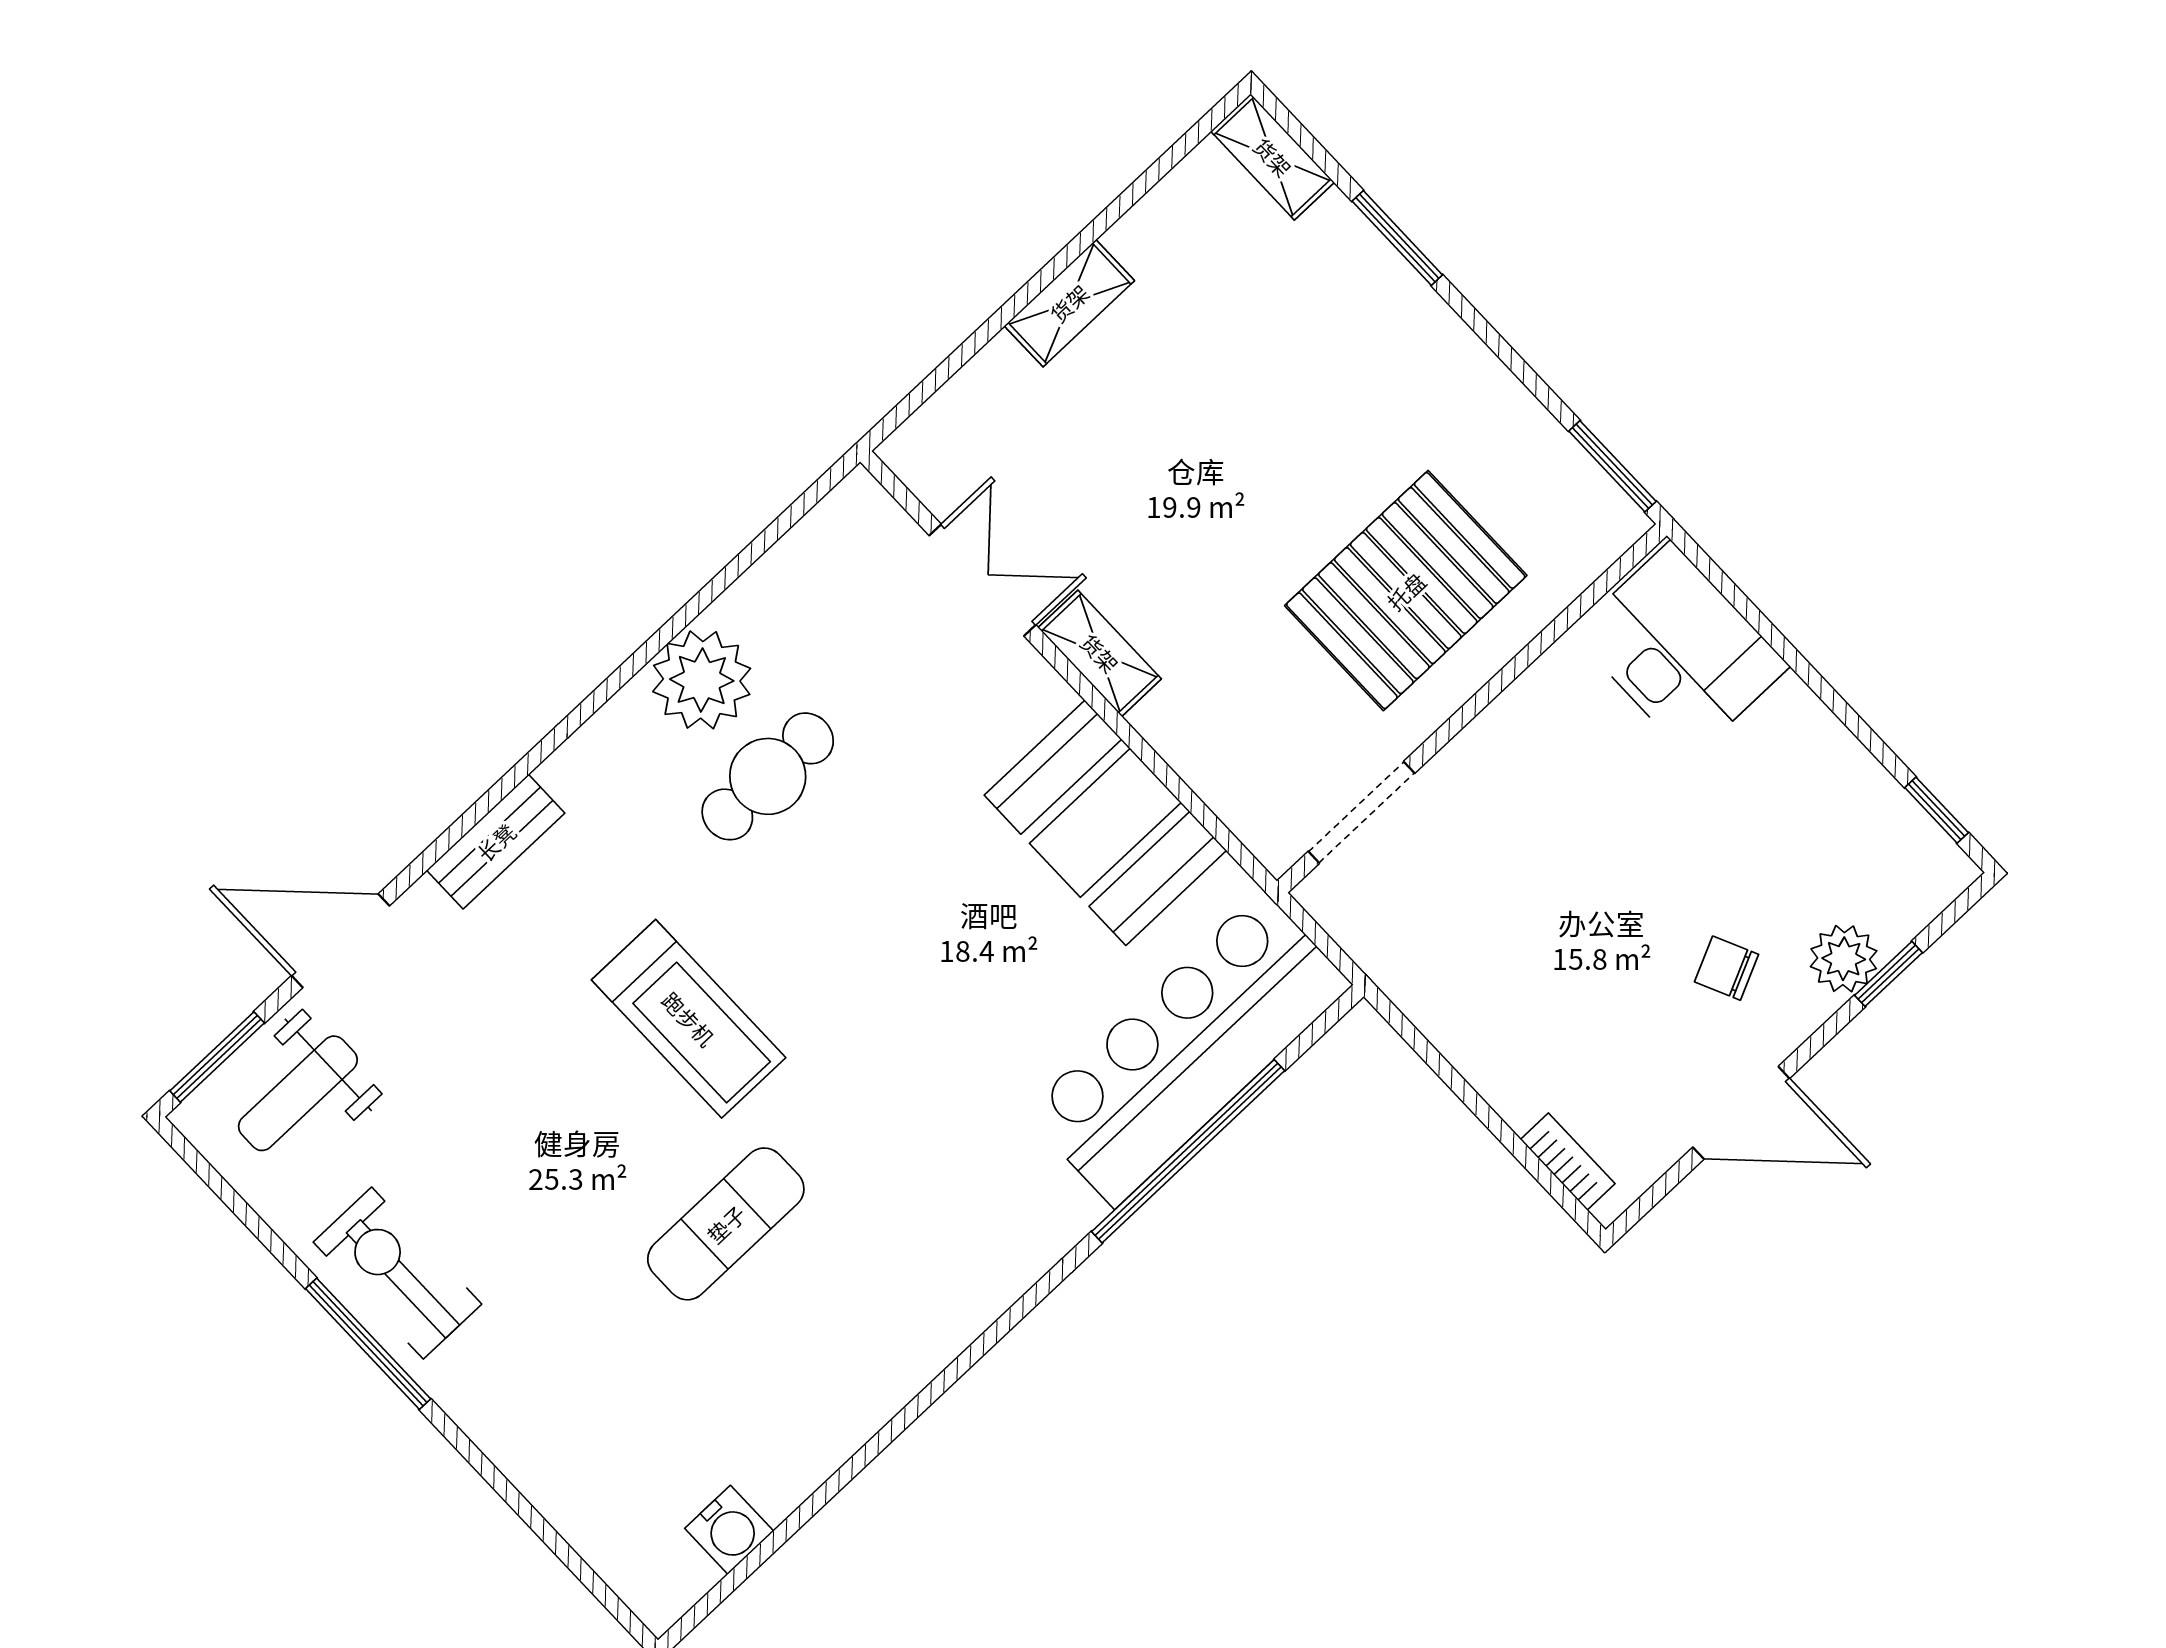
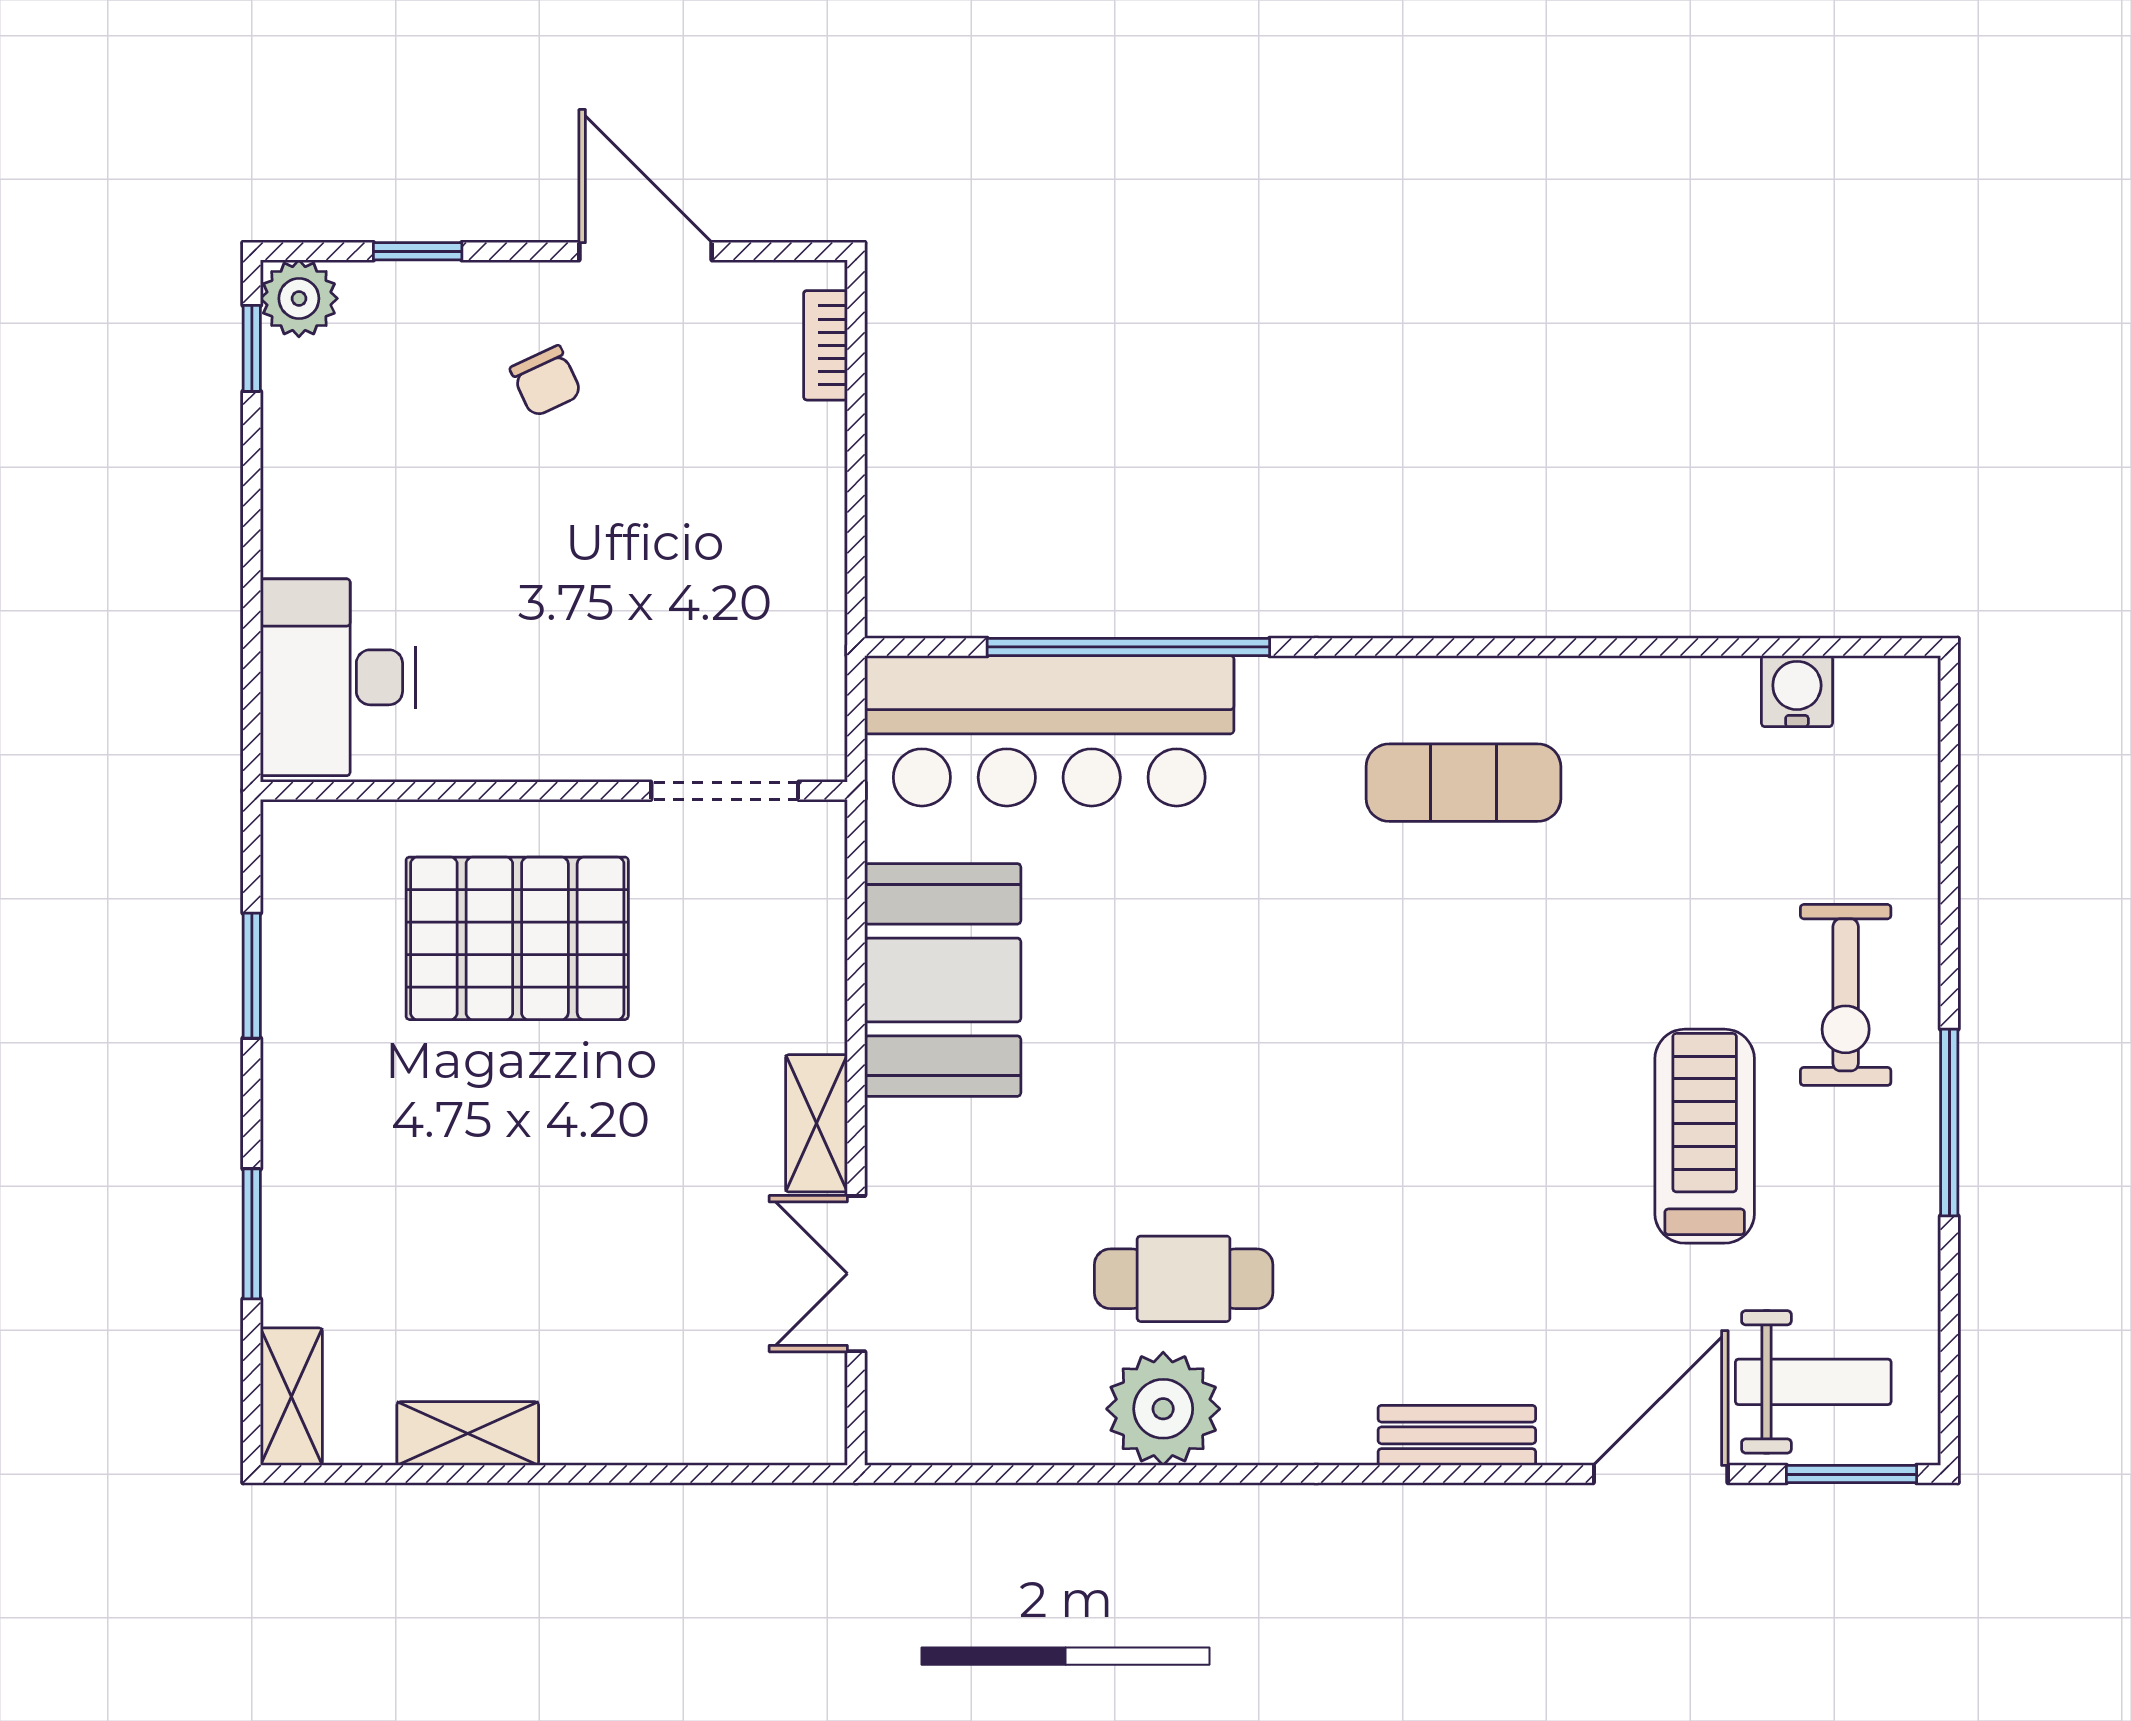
shelving: (1069, 303) -> (468, 1434), moved
window: (1612, 466) -> (252, 976), moved
door: (340, 941) -> (1661, 1474), swing flipped
plant: (1844, 959) -> (299, 298), moved
treadmill: (689, 1019) -> (1705, 1136), moved
exercise mat: (726, 1224) -> (1463, 783), moved
exercise bike: (397, 1273) -> (1846, 995), moved

